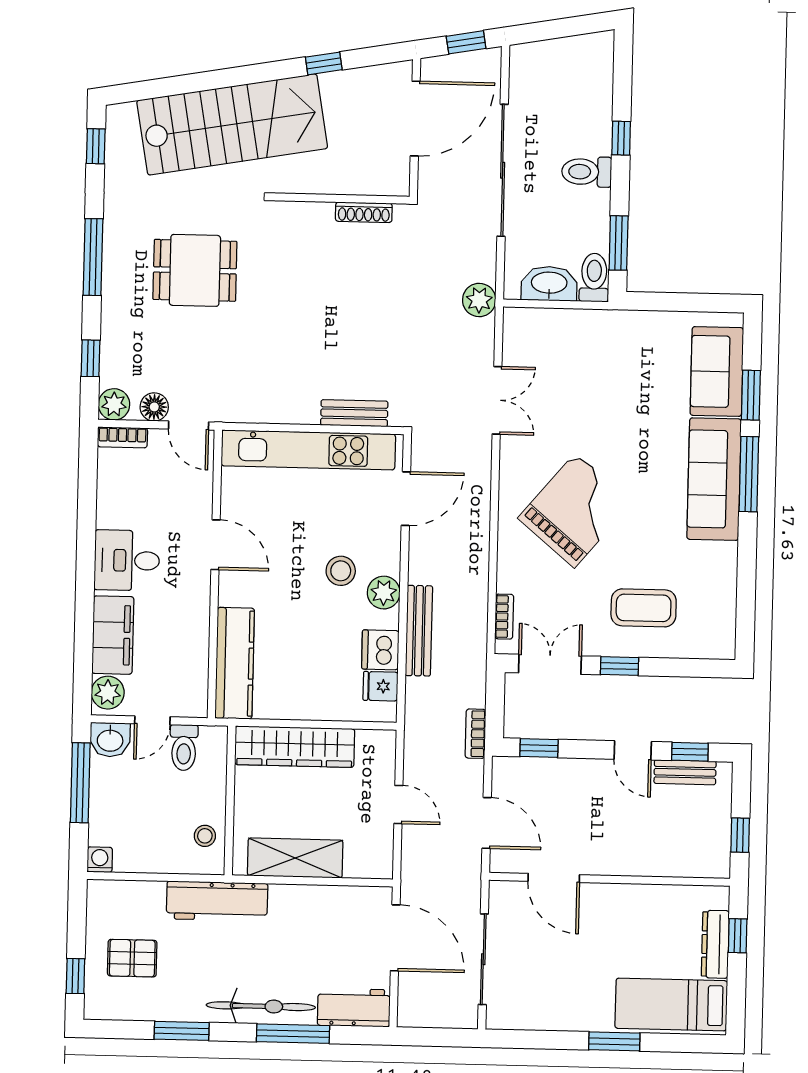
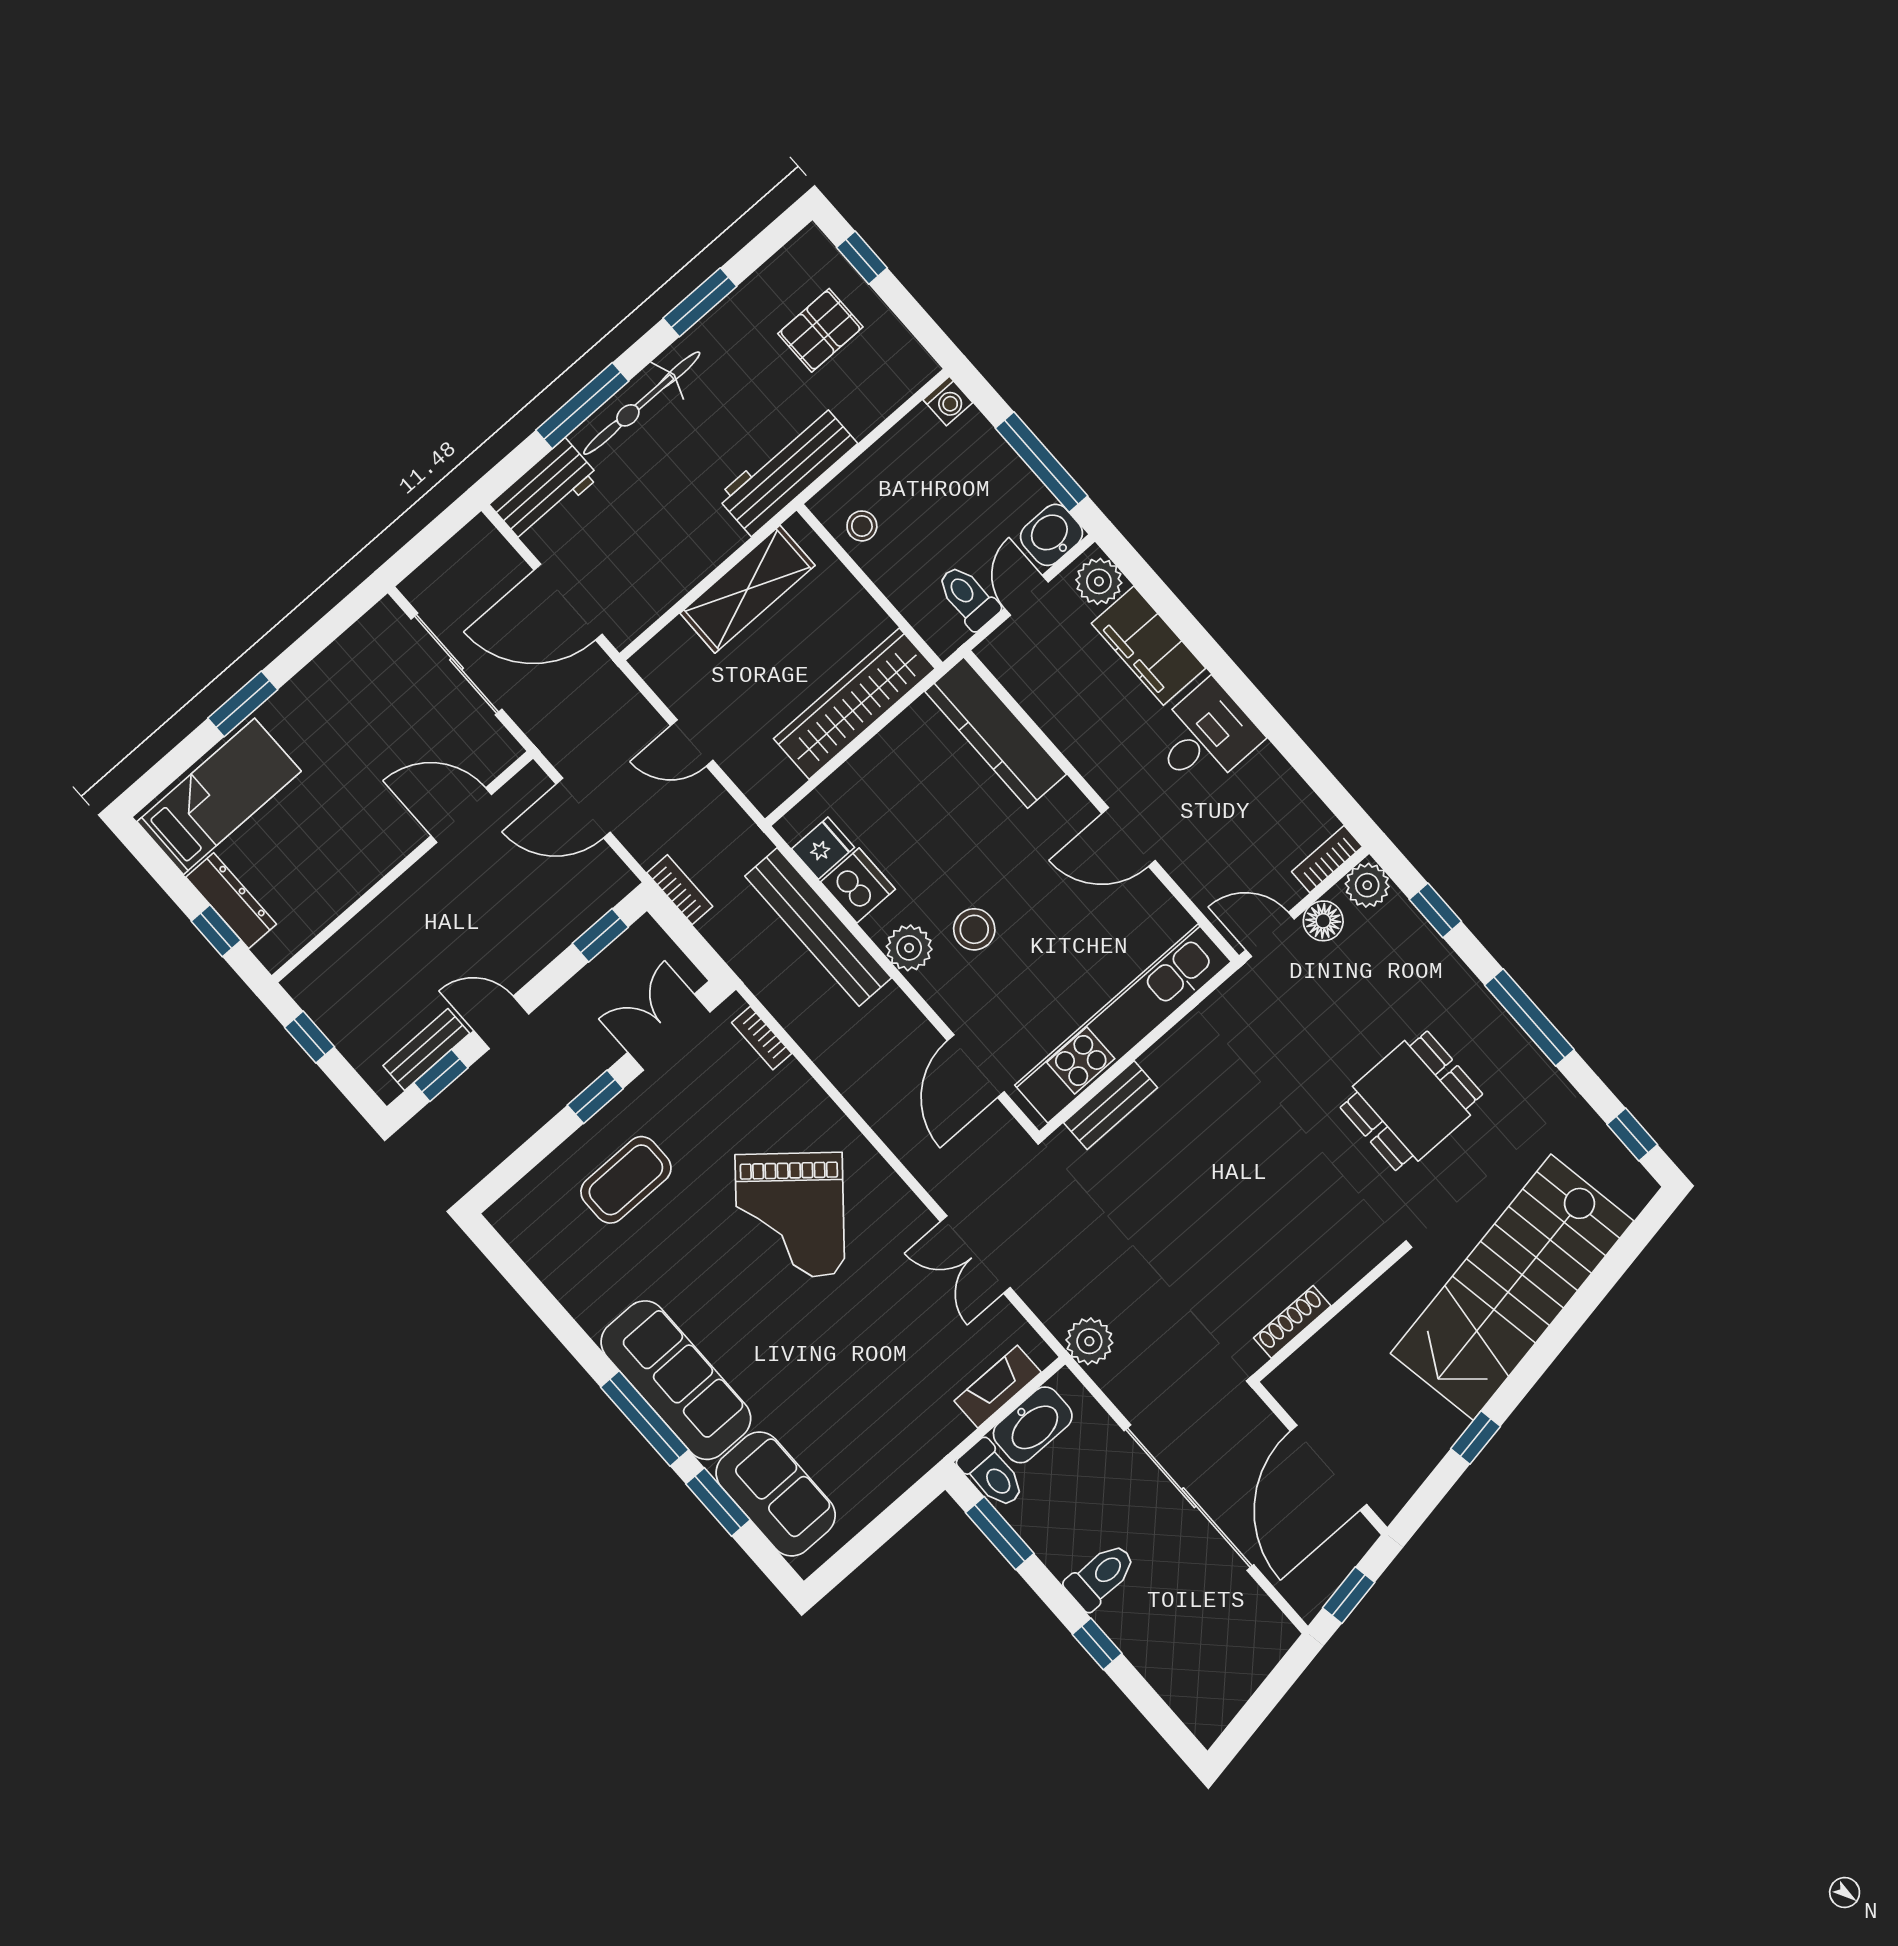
fireplace: (549, 321) -> (998, 1387), added
bench: (419, 631) -> (818, 927), width x1.37, depth x1.21
double door: (550, 664) -> (669, 1032), swing flipped

